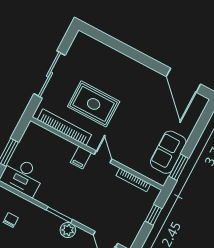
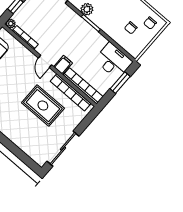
sliding door: (50, 74) -> (63, 149), moved
bookcase: (51, 138) -> (83, 86), added
plant: (154, 192) -> (11, 24), added

